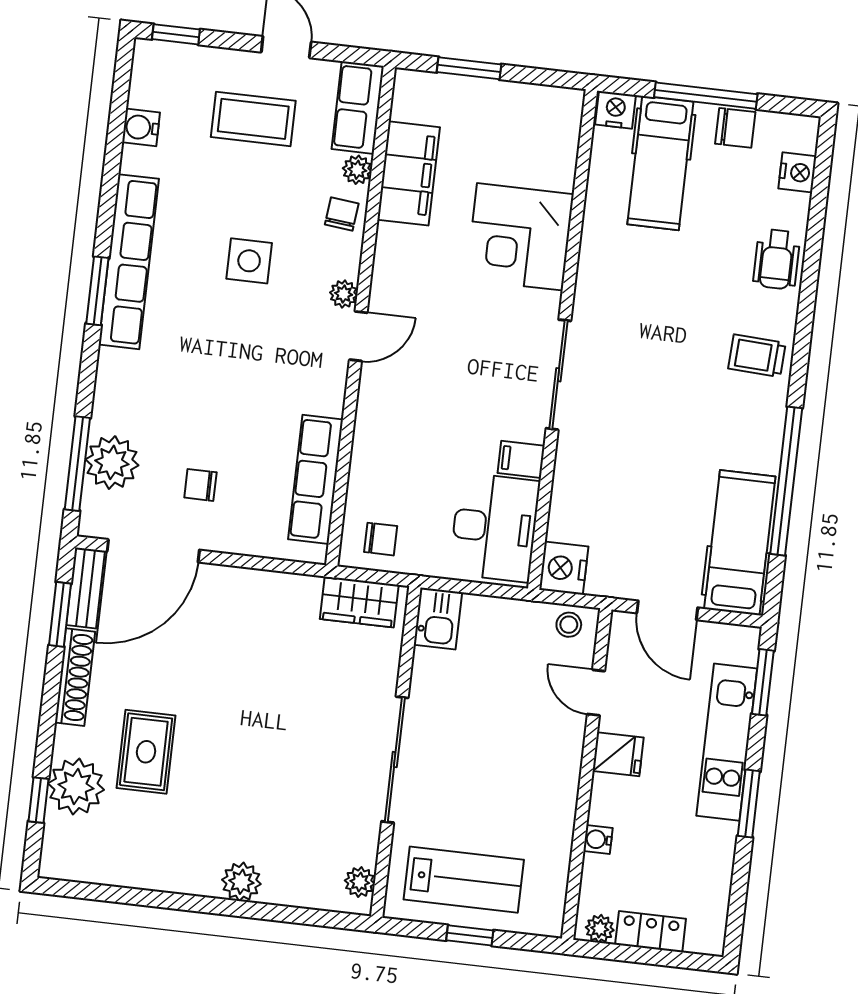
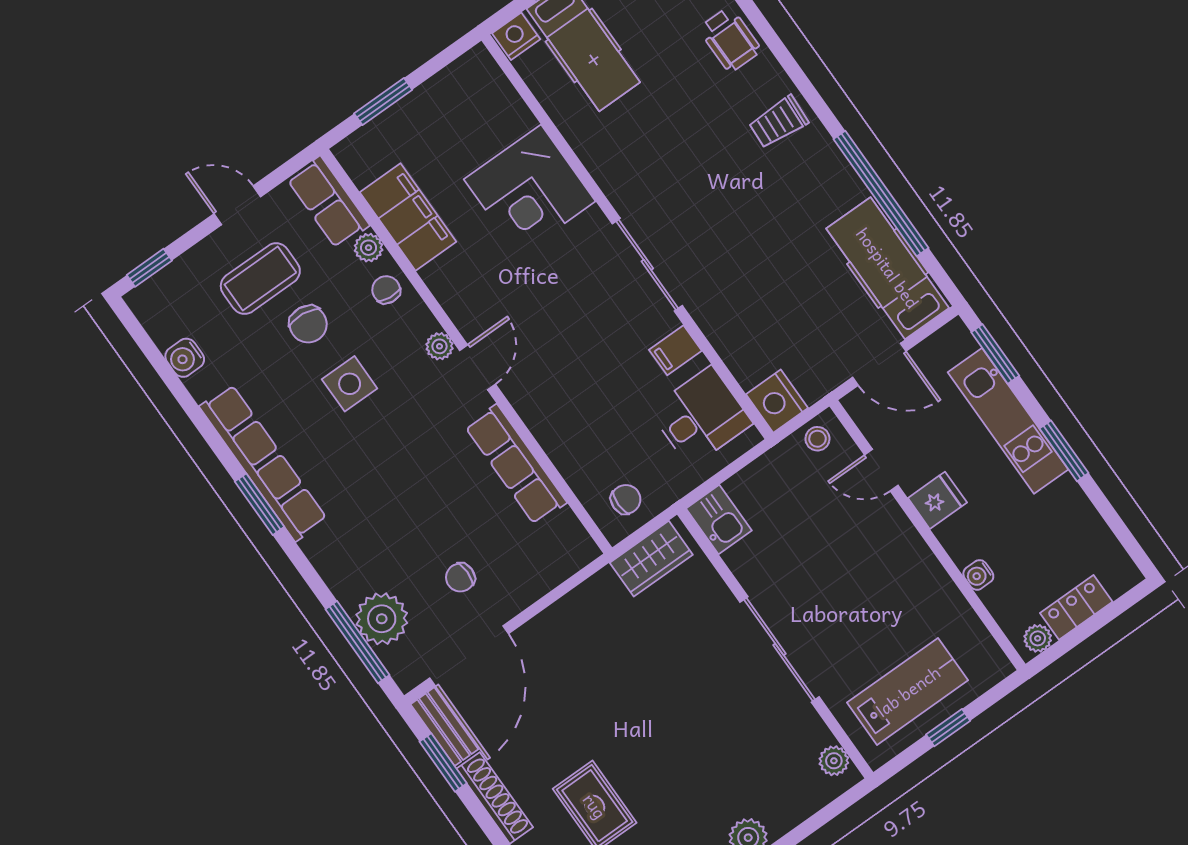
chair: (258, 187) -> (308, 324), added
row of seats: (316, 479) -> (516, 464), moved
desk: (495, 527) -> (701, 417), width x0.73

